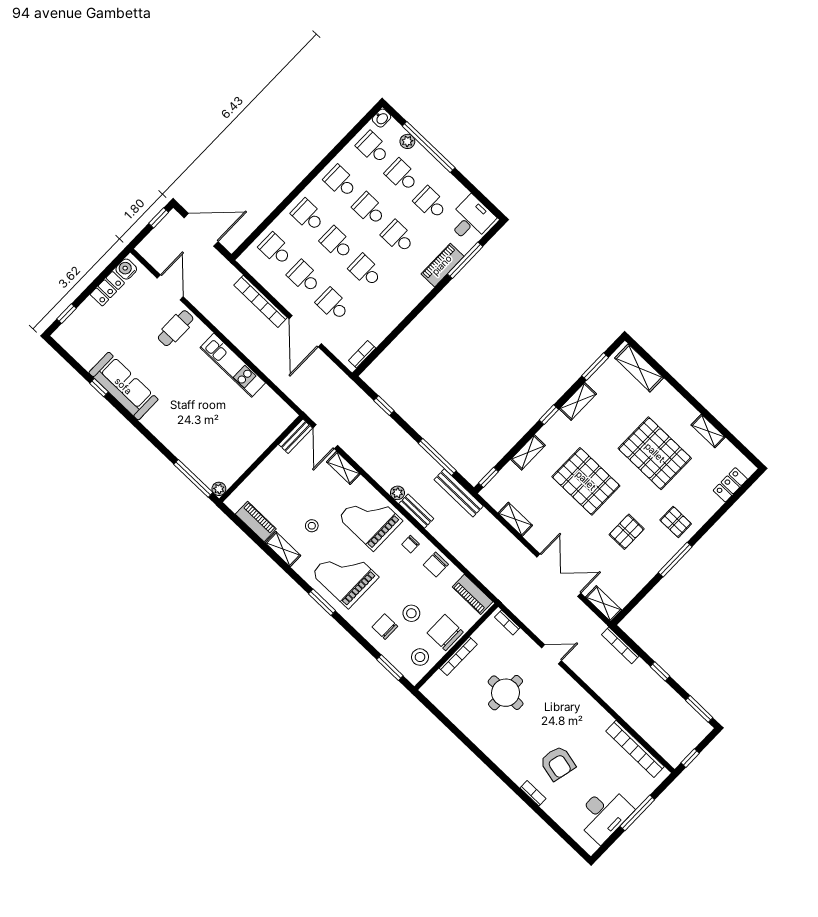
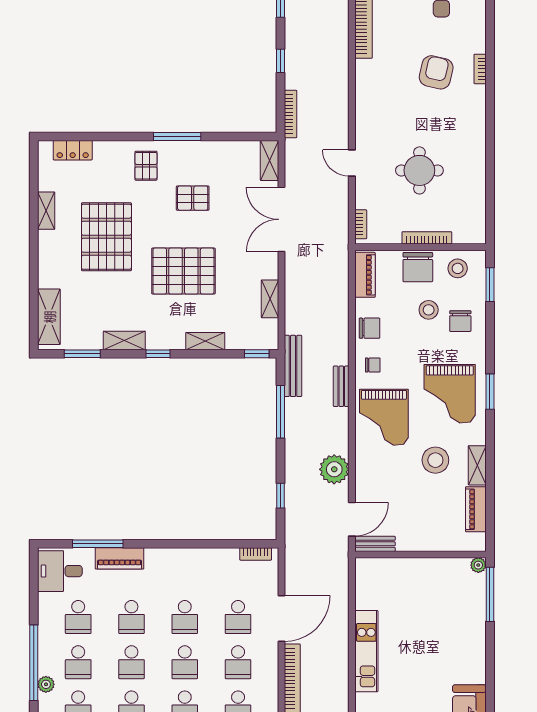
shelving: (343, 468) -> (363, 480), removed
pallet: (586, 481) -> (183, 271), turned 90
plant: (397, 493) -> (334, 469), moved, width x1.87, depth x1.87
stool: (312, 526) -> (435, 460), width x1.89, depth x1.89

